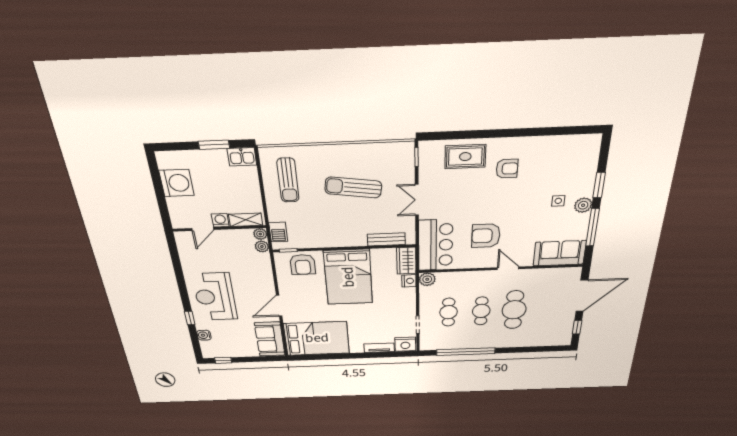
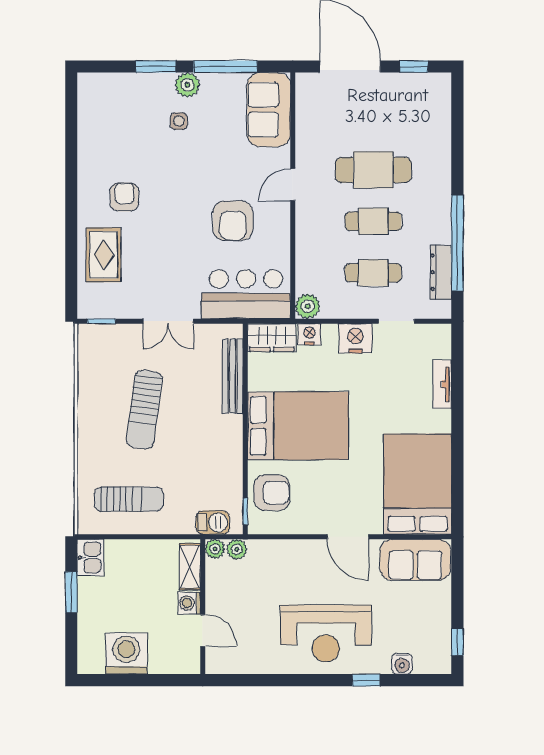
bench: (386, 239) -> (233, 376), width x1.36
nightstand: (405, 344) -> (355, 338), moved, turned -90
dresser: (448, 345) -> (441, 272), added

